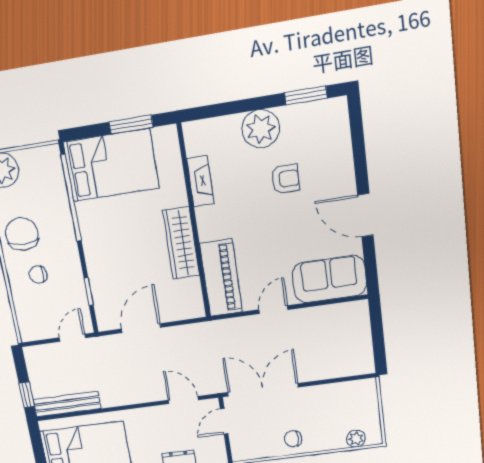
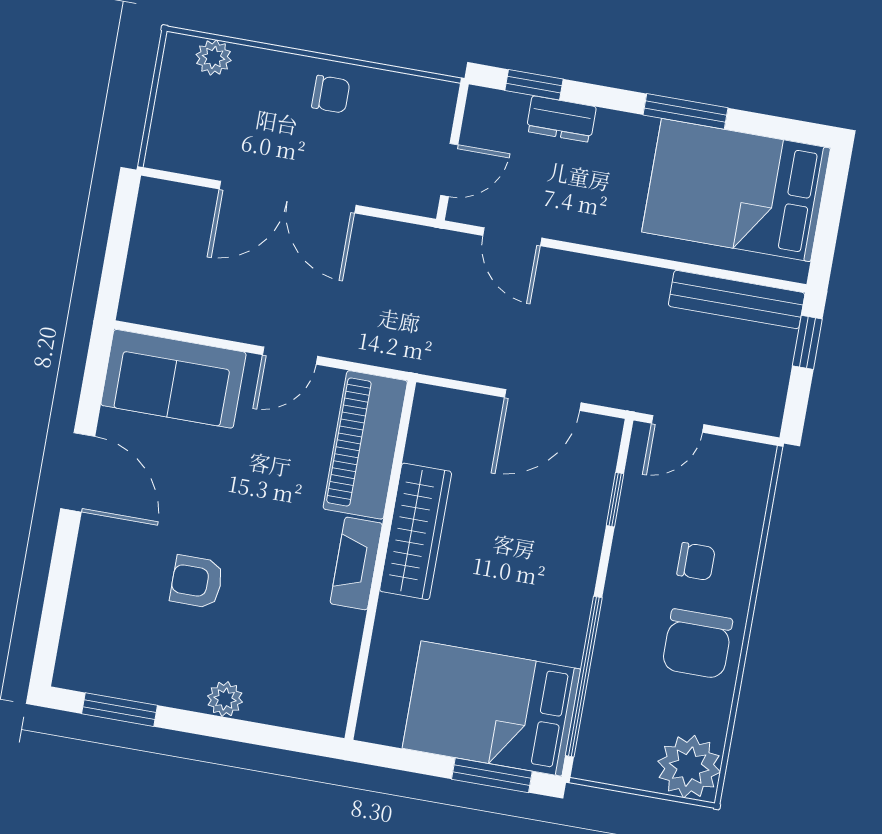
window: (131, 125) -> (492, 775), moved
plant: (261, 129) -> (225, 699), width x0.53, depth x0.53
fireplace: (200, 181) -> (356, 563), moved
double door: (263, 390) -> (288, 197), moved

